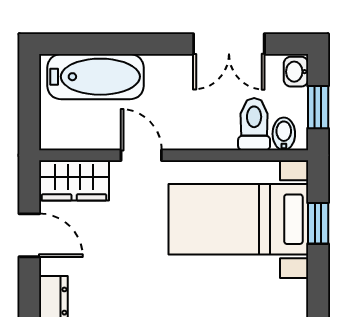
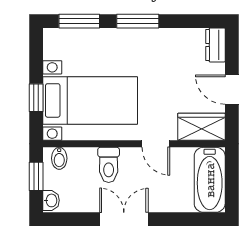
double door: (229, 44) -> (124, 219), moved
bathtub: (96, 77) -> (210, 180), moved, turned -90
toilet: (254, 124) -> (109, 165), moved

